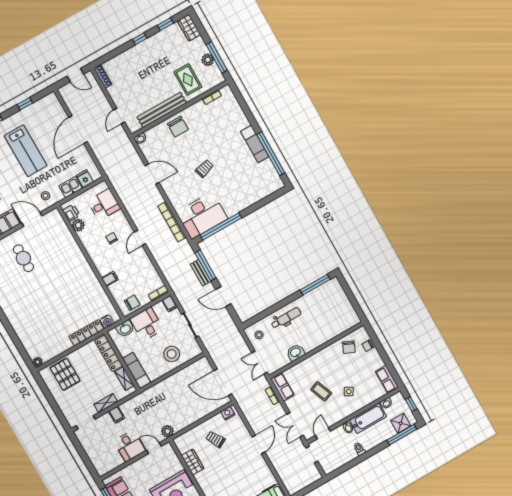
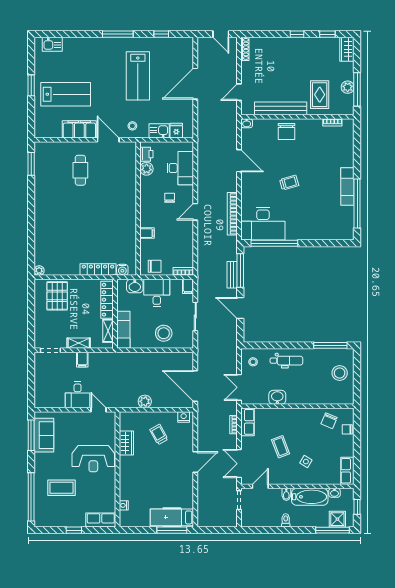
desk: (104, 204) -> (180, 168), width x1.37
stool: (335, 303) -> (340, 373), added
plant: (167, 431) -> (145, 401), moved

